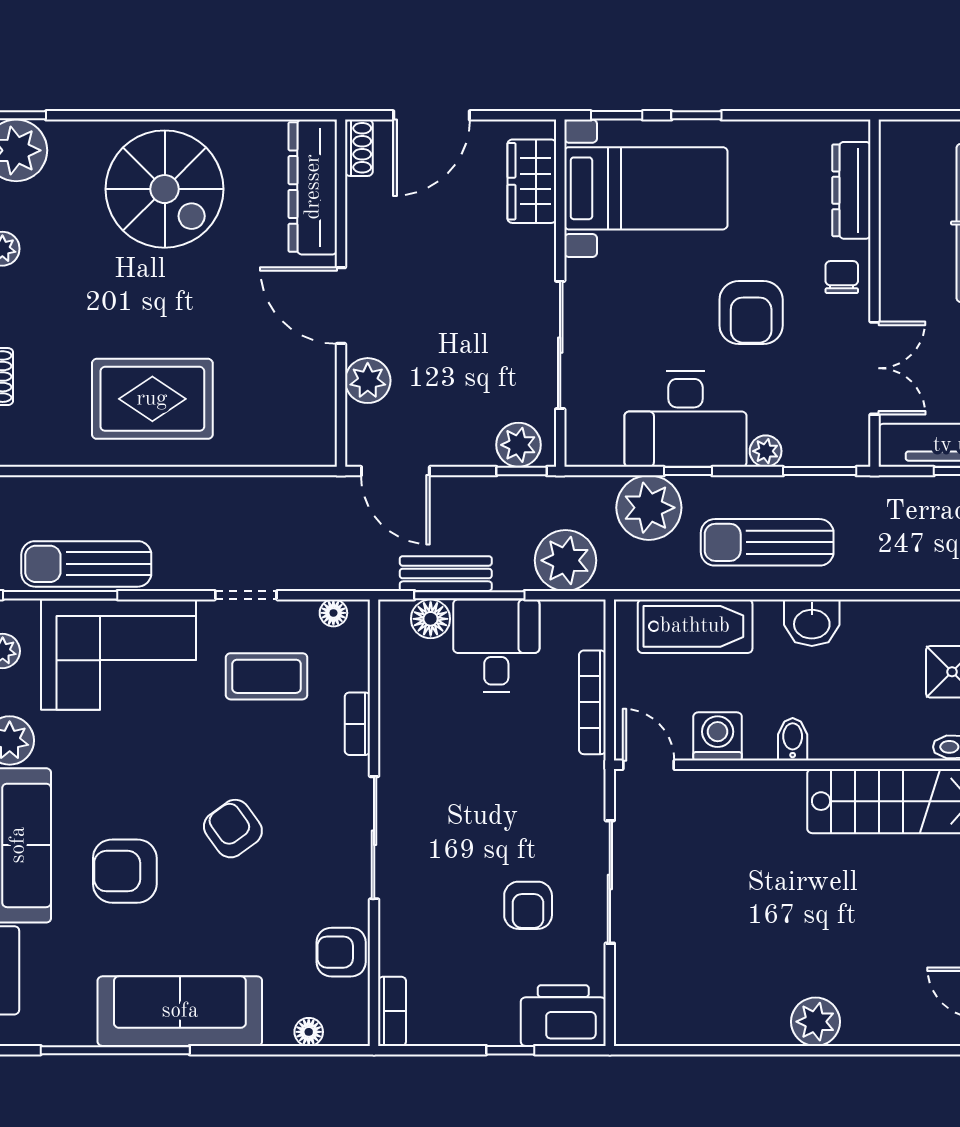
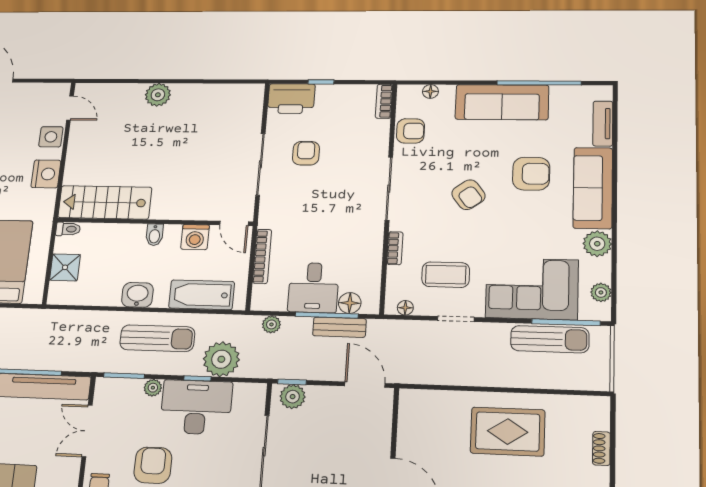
plant: (368, 381) -> (378, 436), removed
plant: (566, 560) -> (271, 324), width x0.53, depth x0.53

